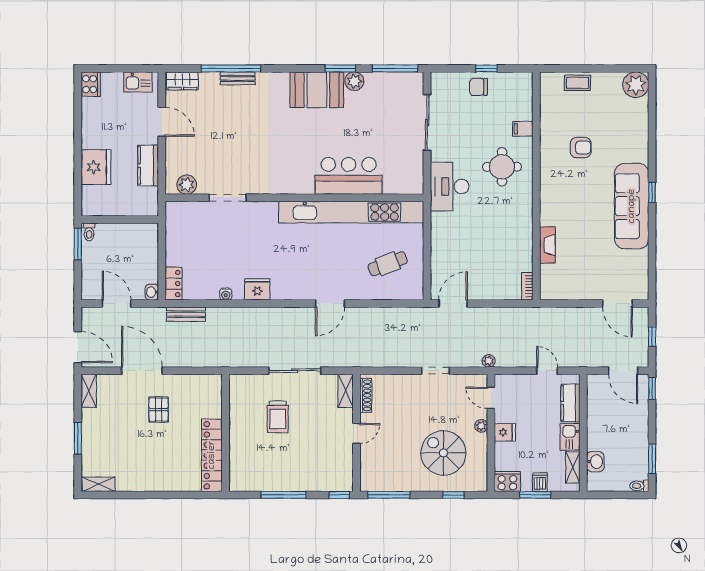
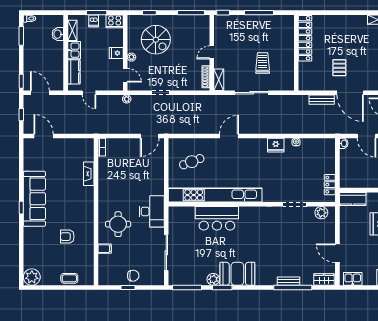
kitchen counter: (148, 165) -> (353, 199), moved, turned 90
locker: (174, 284) -> (330, 185), moved
bench: (186, 314) -> (322, 100), moved

